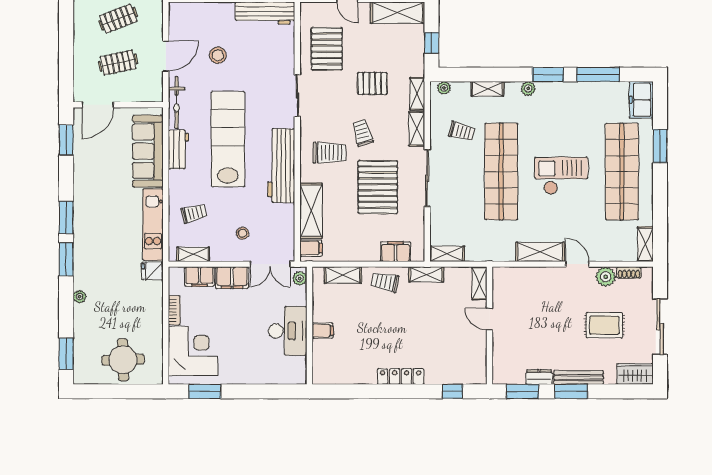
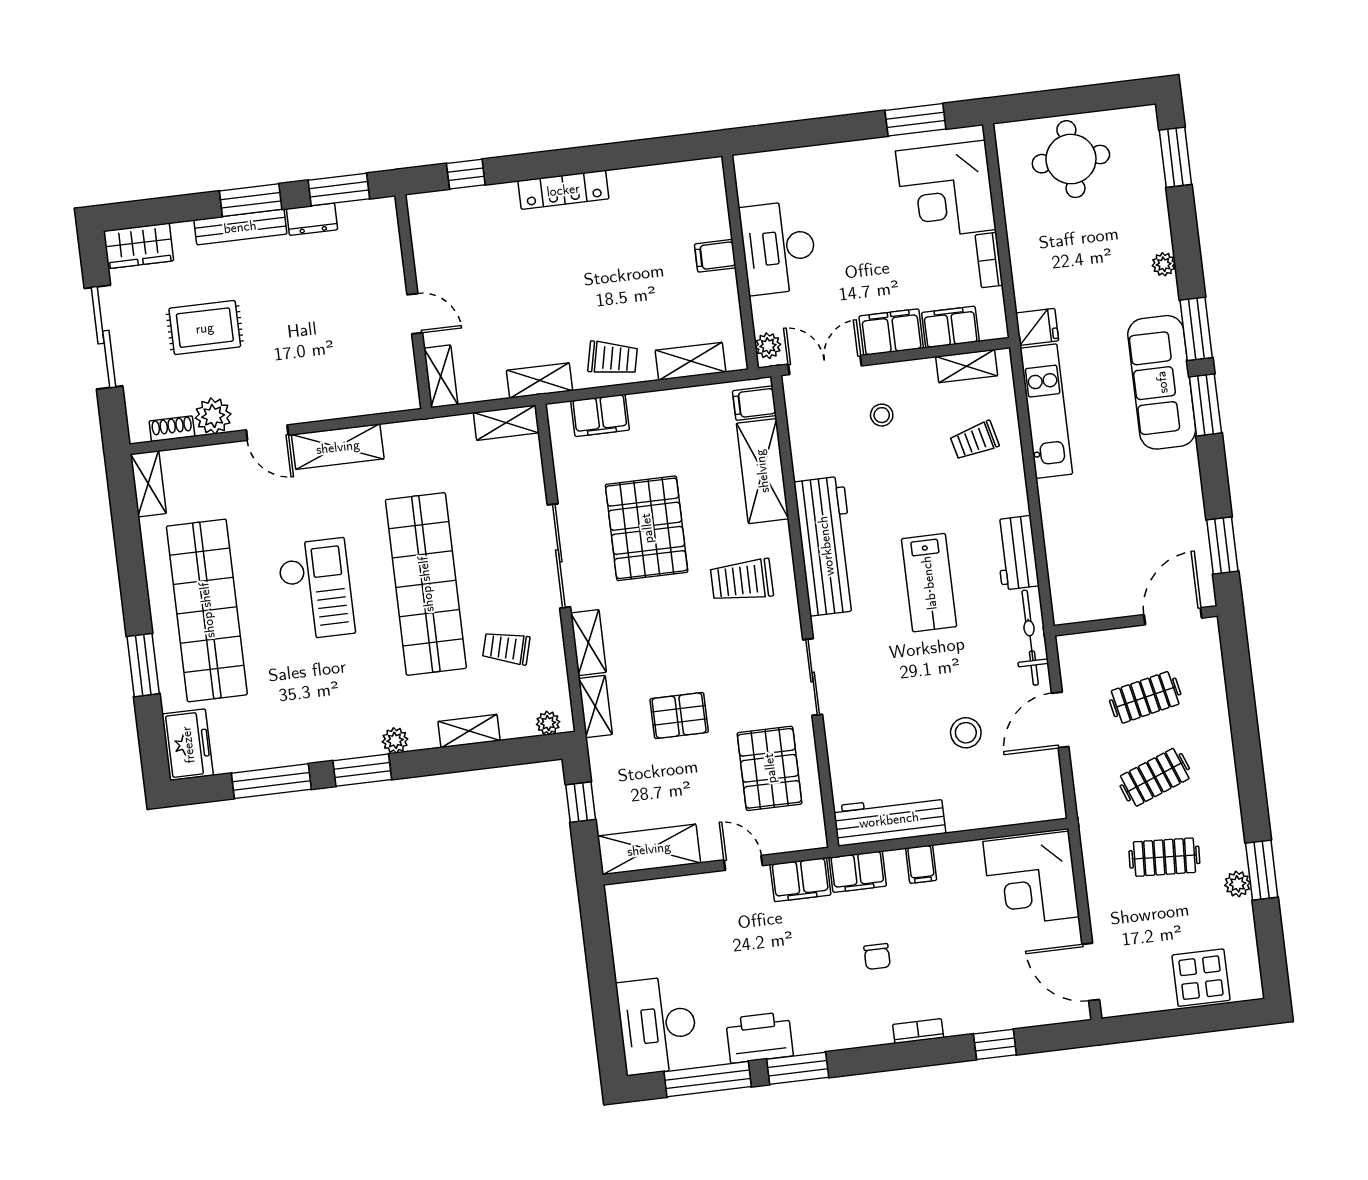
trolley: (362, 133) -> (686, 624), removed
lab bench: (228, 139) -> (929, 583), width x0.54, depth x0.72
sofa: (148, 151) -> (1162, 382), moved, turned 180
checkout: (561, 176) -> (316, 589), turned -90

